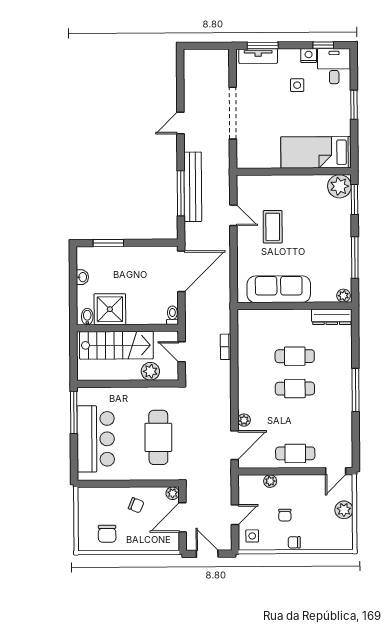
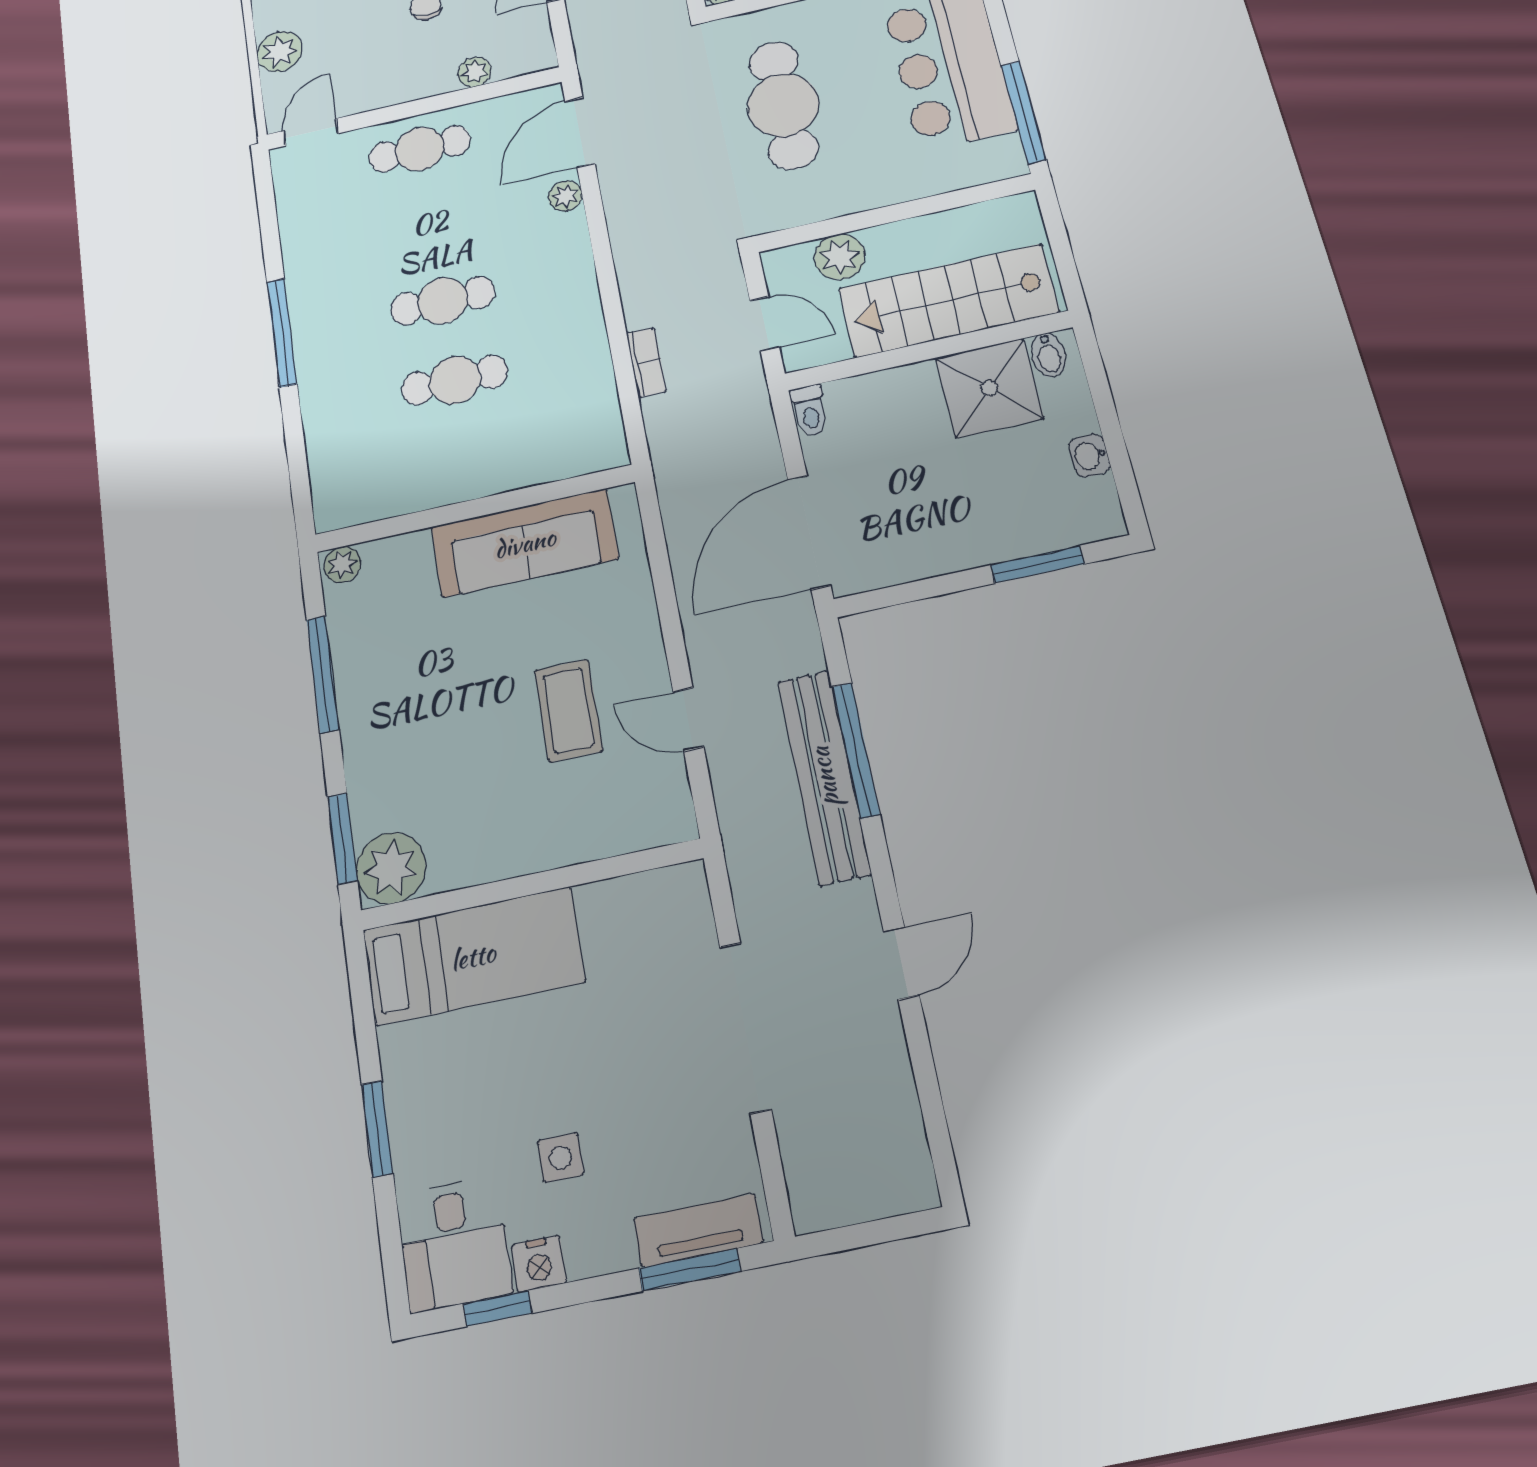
dresser: (332, 317) -> (368, 502), removed

